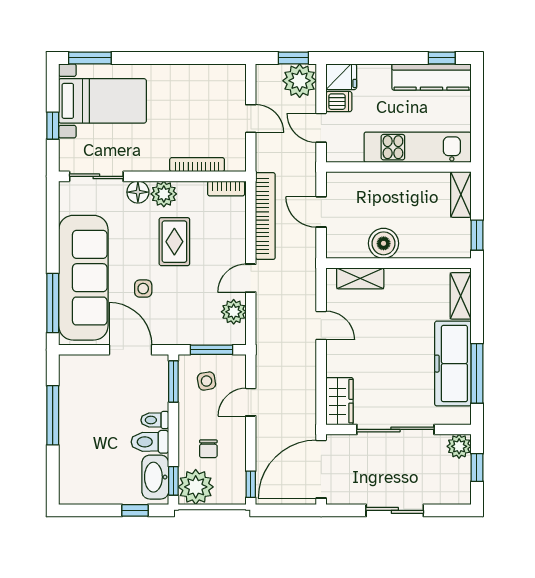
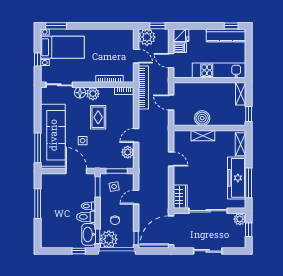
plant: (300, 81) -> (147, 37), moved
bookcase: (265, 216) -> (143, 88), moved
shelving: (360, 278) -> (203, 136), moved

